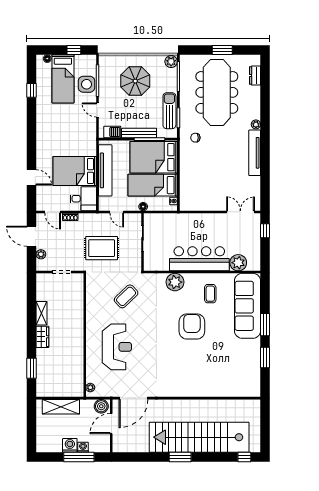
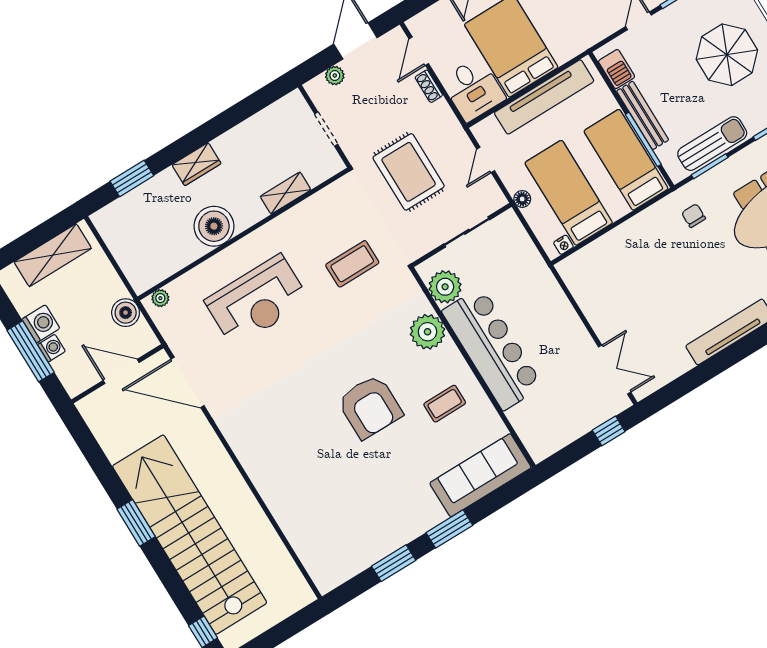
bed: (154, 157) -> (626, 160), width x0.67
plant: (238, 263) -> (445, 287), moved
coffee table: (126, 296) -> (352, 264), turned -46
sofa: (248, 306) -> (480, 475), width x0.74, depth x0.79
shelving: (42, 313) -> (285, 193), moved
armchair: (192, 326) -> (370, 407), turned 90
boiler: (74, 346) -> (214, 226), added
boiler: (101, 406) -> (126, 313), moved
shelving: (61, 407) -> (53, 255), moved, turned 90

